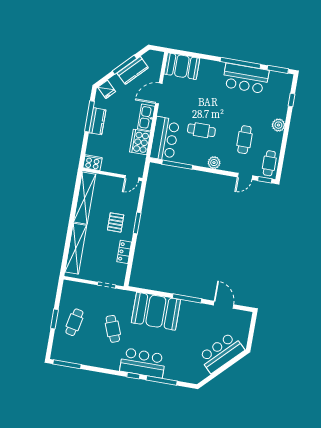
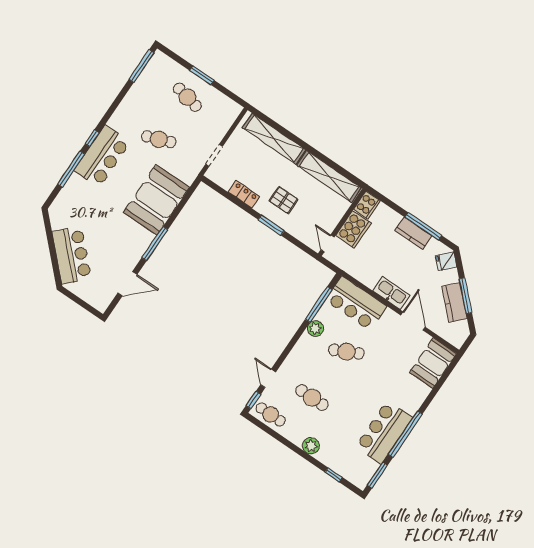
cafe table: (201, 130) -> (346, 352), turned 64
cooker: (140, 142) -> (353, 229), moved, turned 90
plant: (214, 163) -> (315, 329), moved

